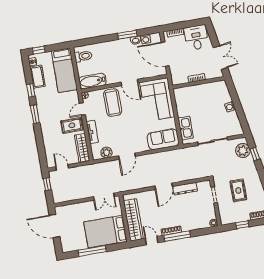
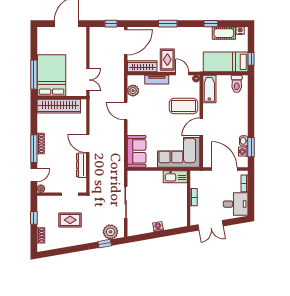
window: (127, 35) -> (251, 147), moved
window: (39, 50) -> (251, 59), moved
door: (165, 54) -> (224, 169), hinge flipped
window: (35, 114) -> (168, 24), moved
kitchen sink: (186, 128) -> (175, 177), moved
door: (62, 167) -> (126, 42), width x1.87
double door: (104, 197) -> (88, 80), swing flipped
door: (152, 241) -> (34, 175), moved
window: (92, 251) -> (34, 75), moved

